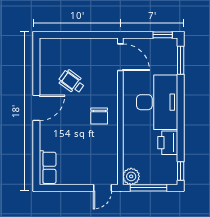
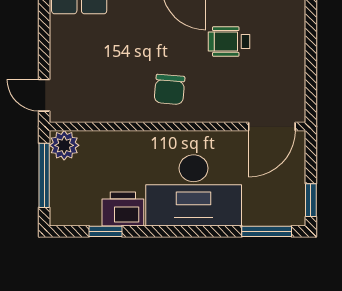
wheelchair: (72, 82) -> (229, 41), turned -126
chair: (99, 116) -> (169, 89), turned -85
window: (181, 171) -> (105, 231), moved

